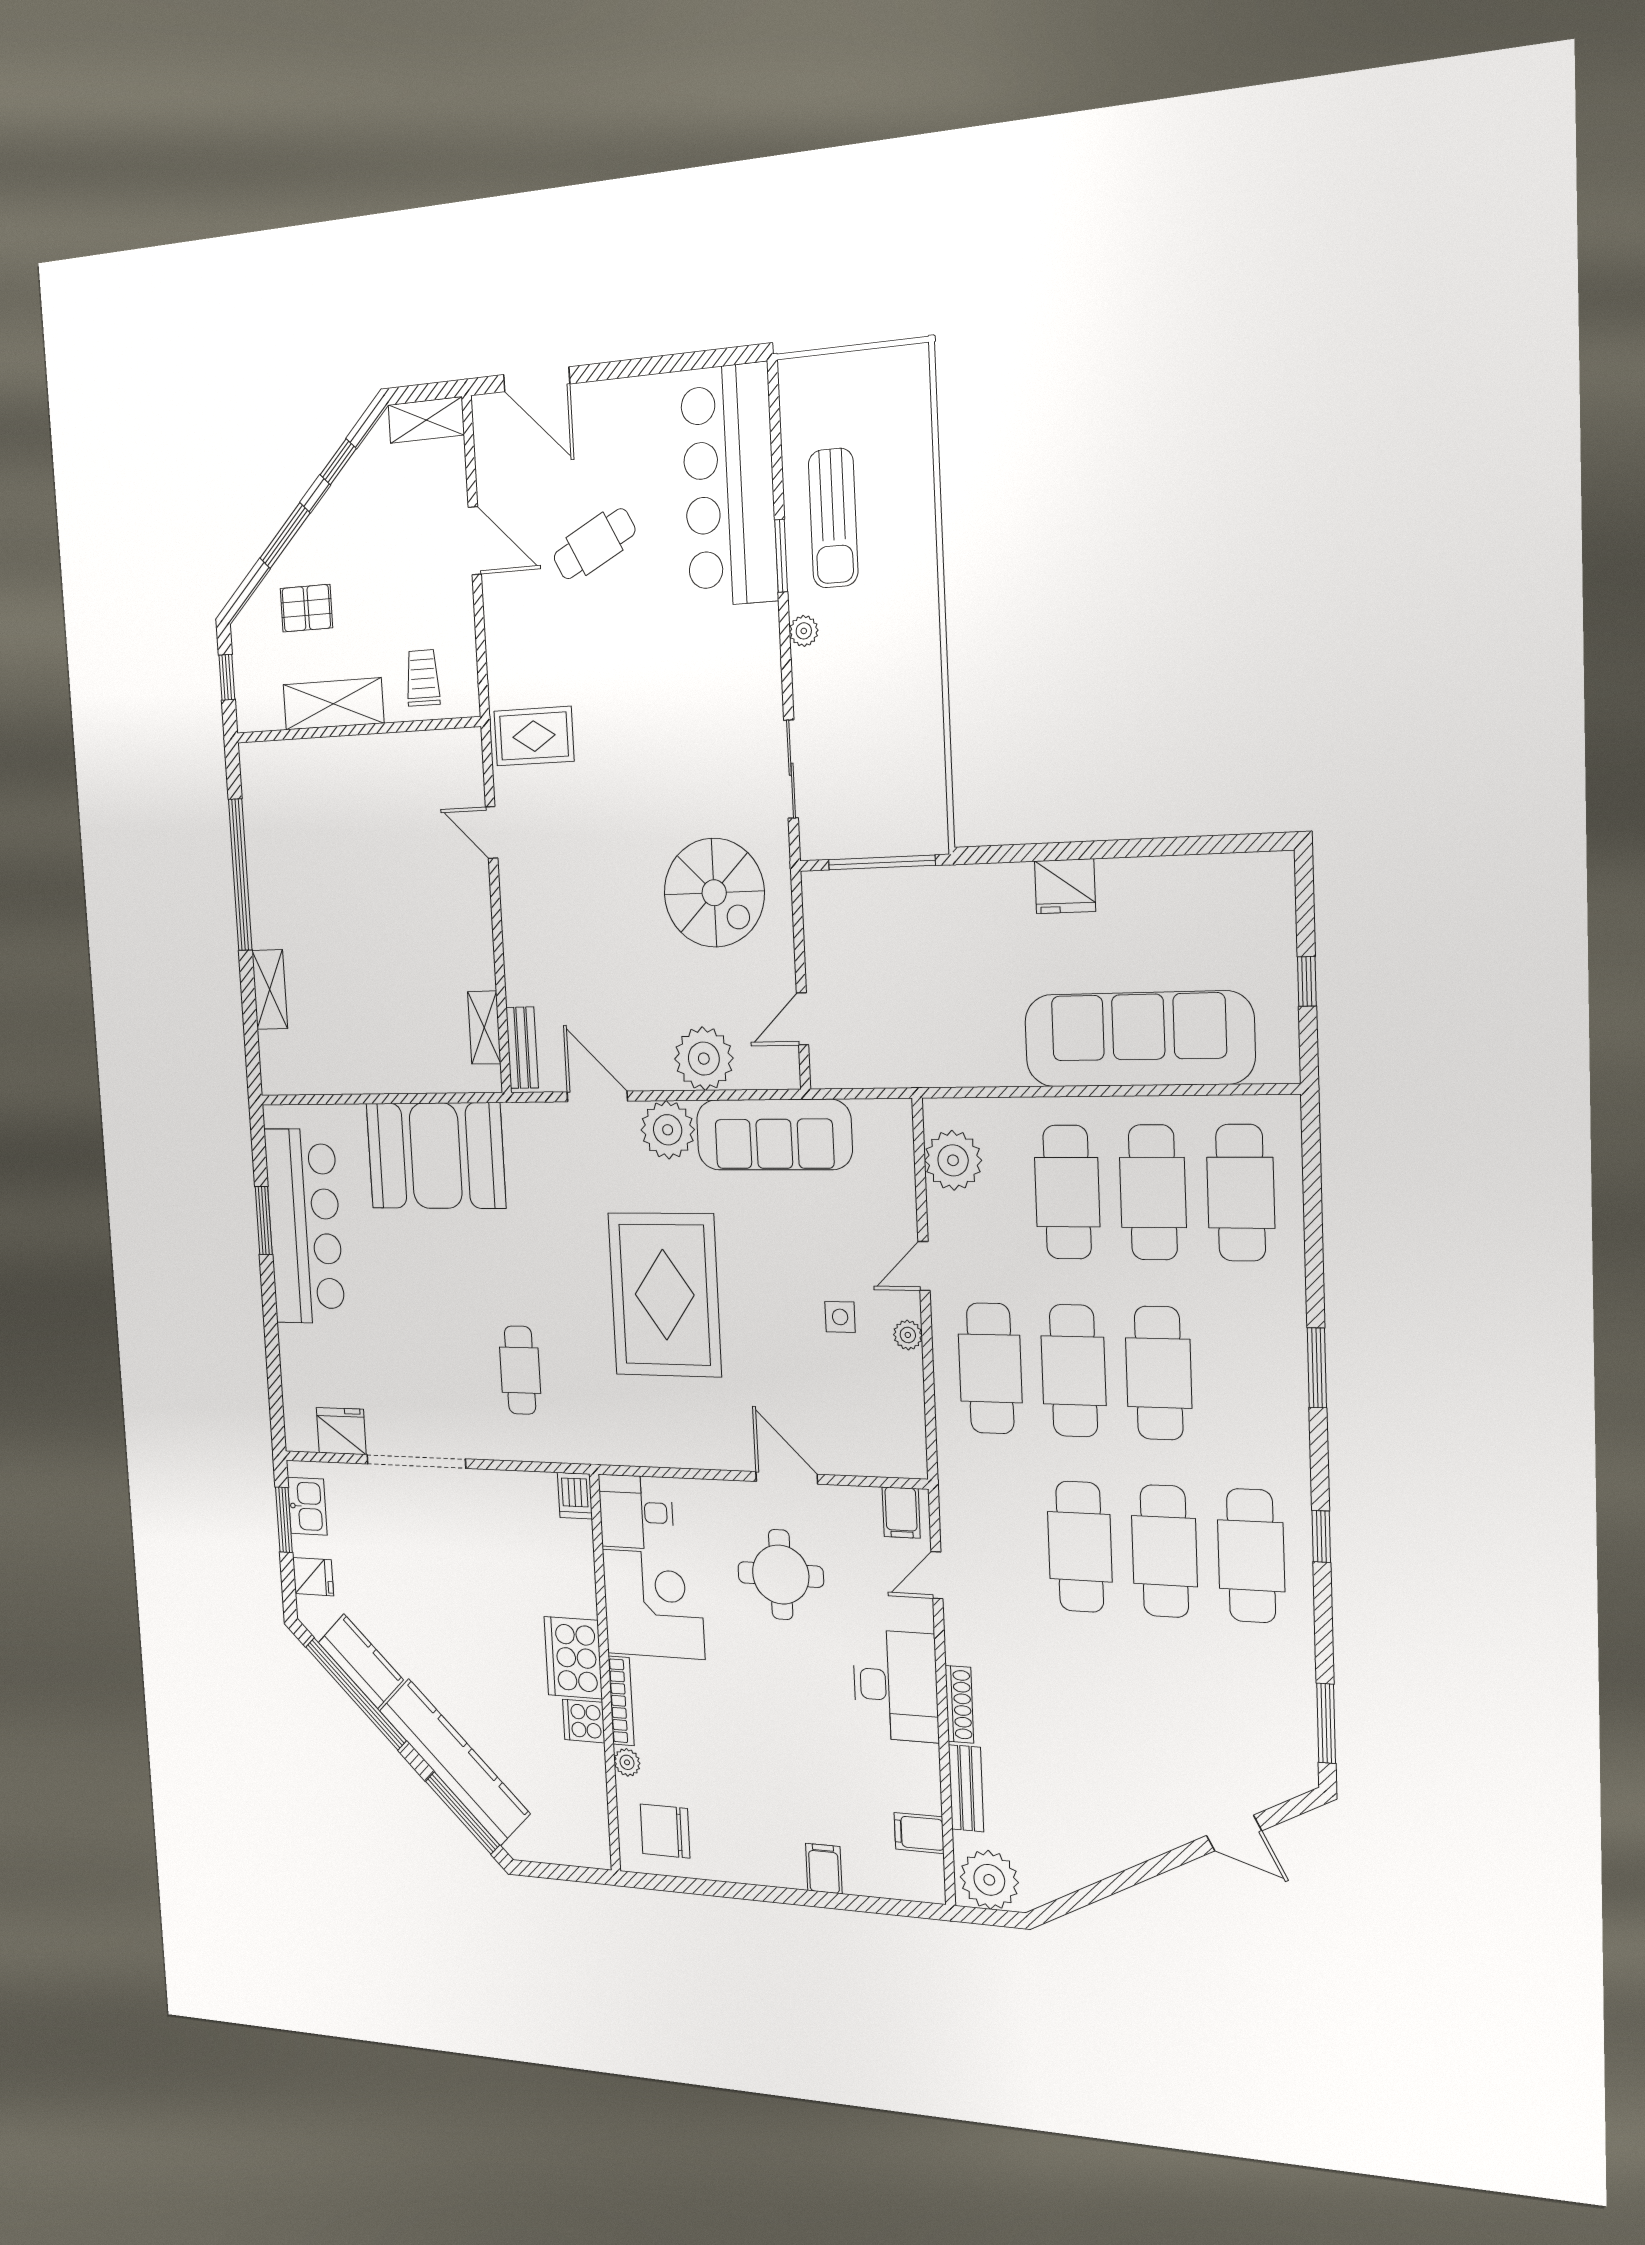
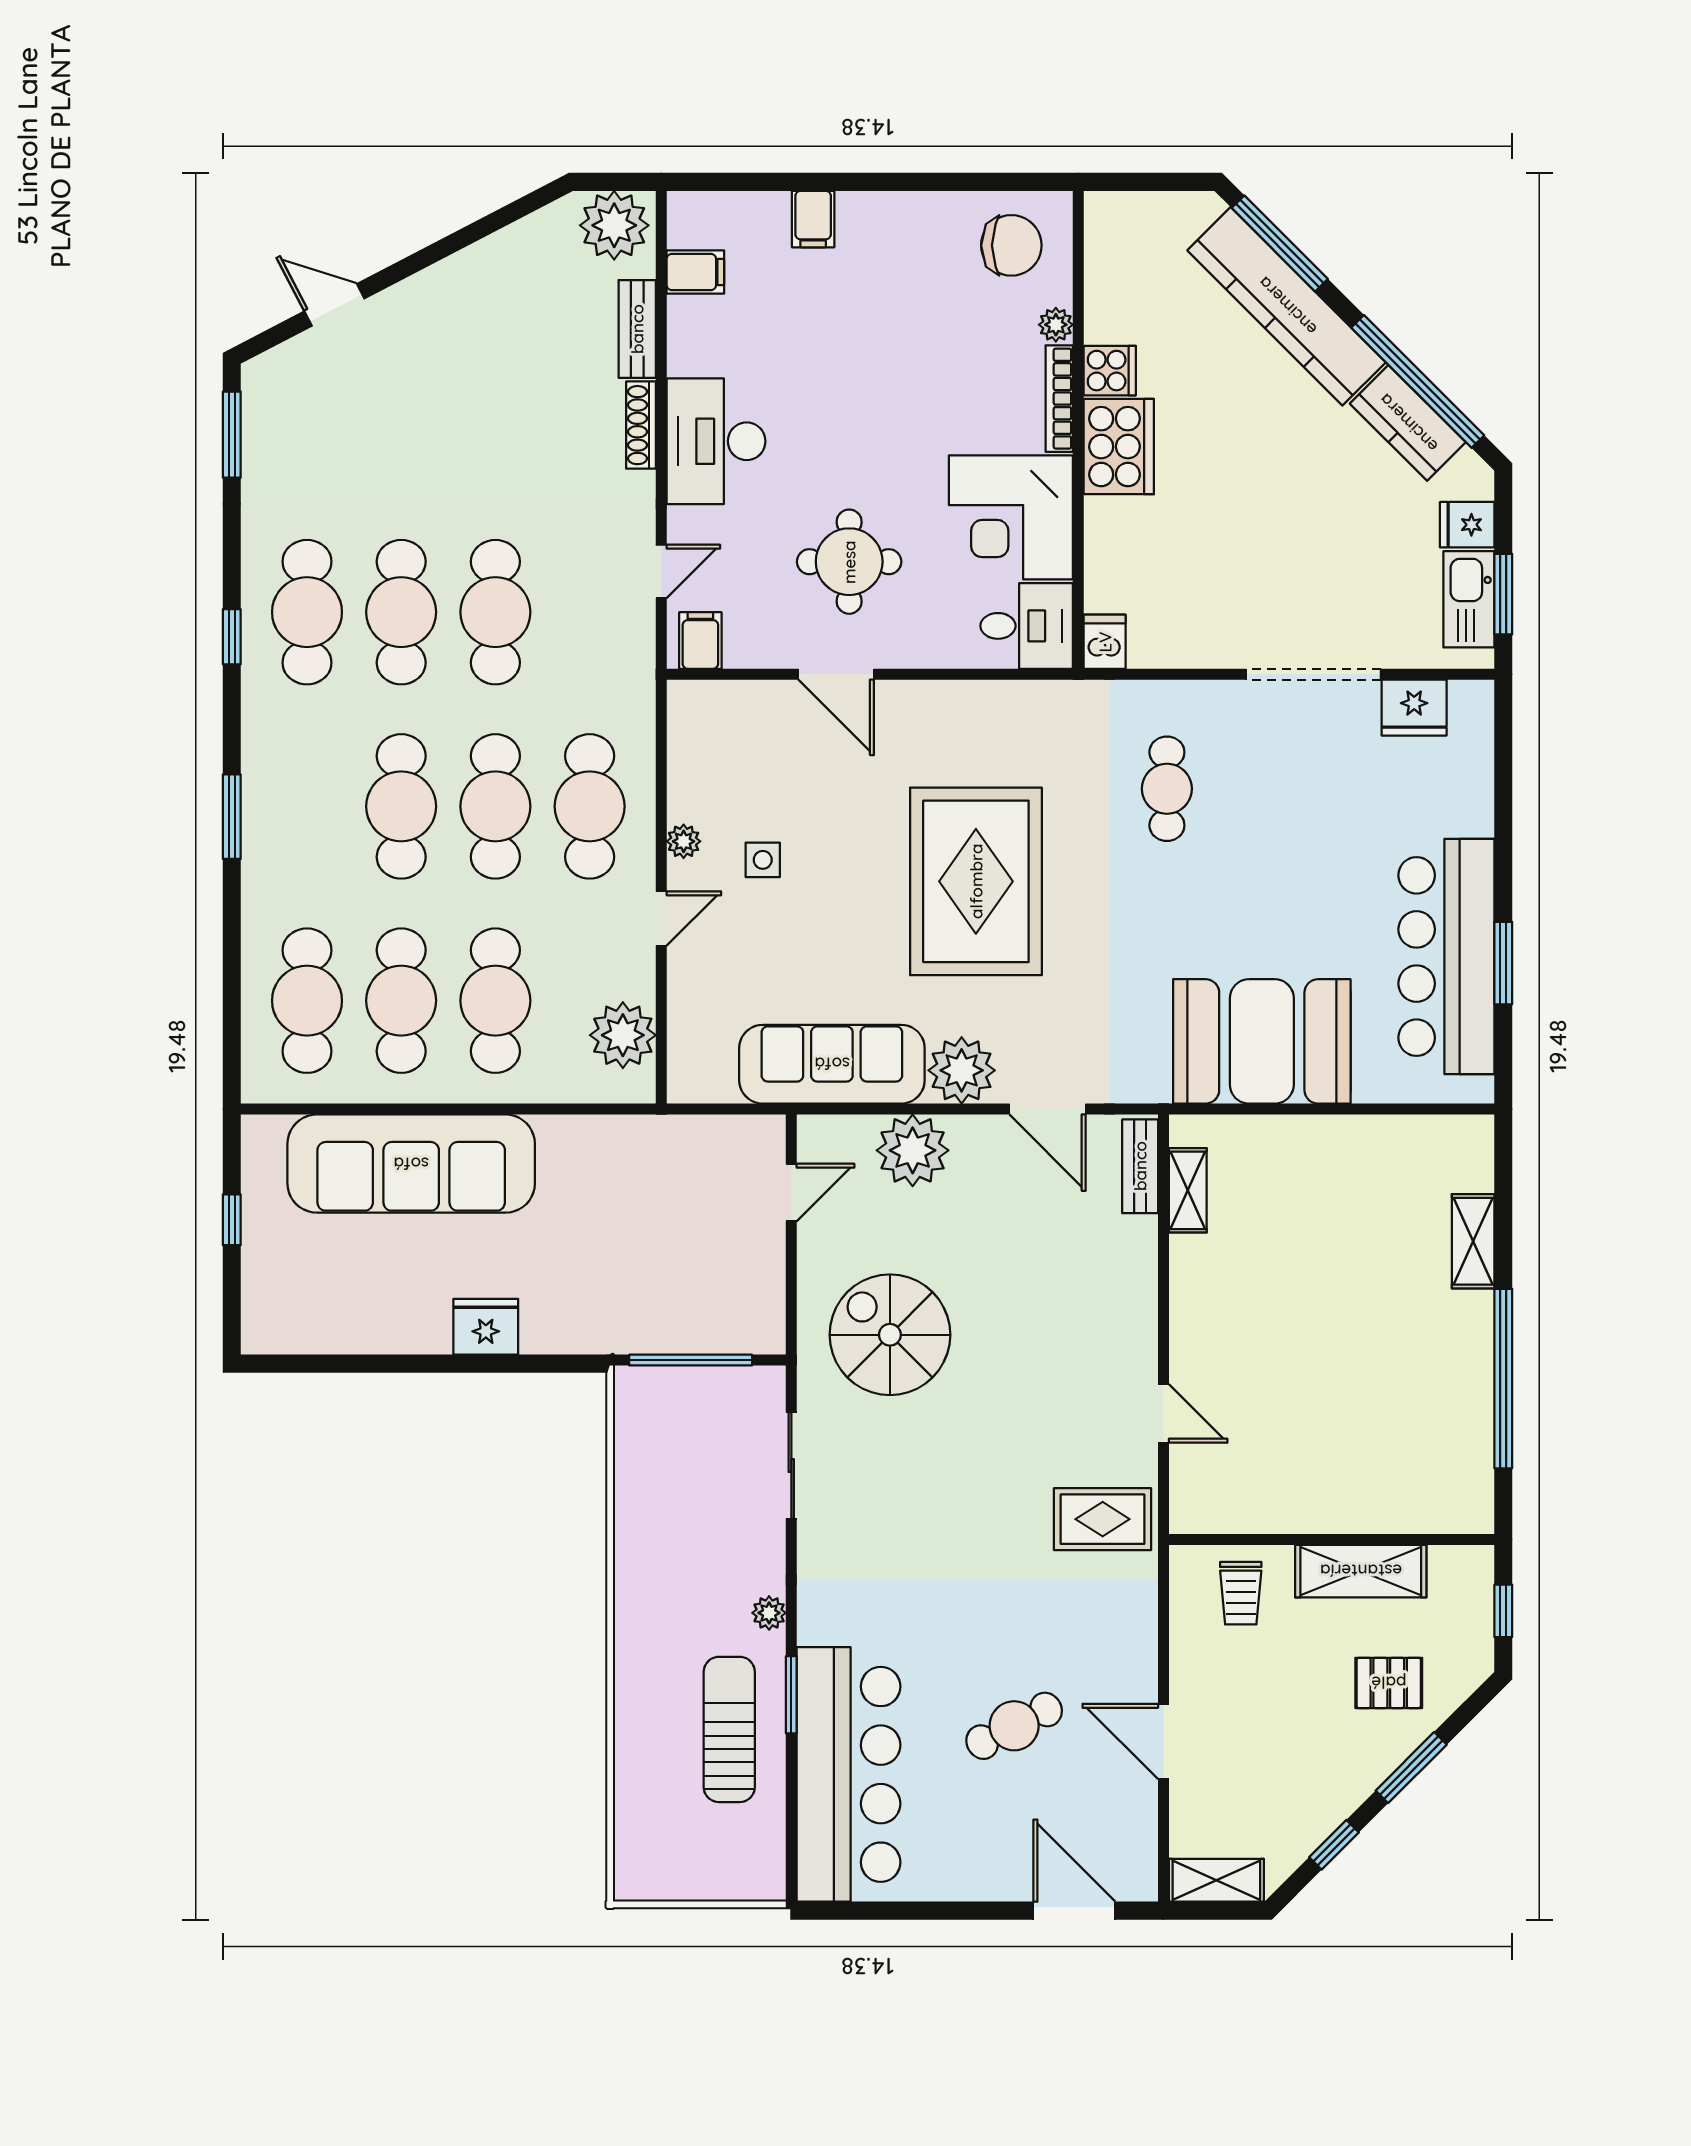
kitchen sink: (307, 1506) -> (1469, 599), width x1.38

